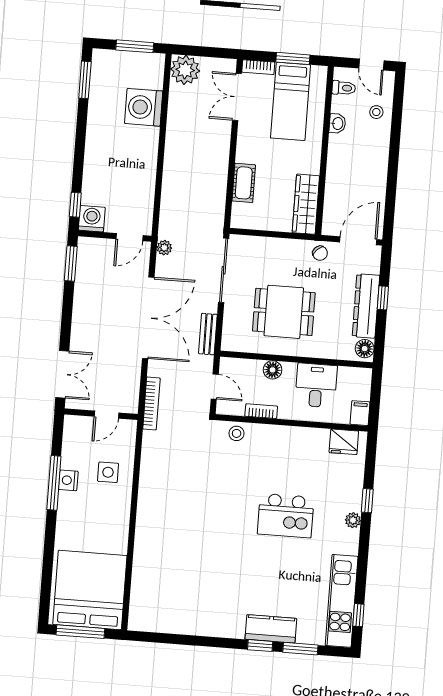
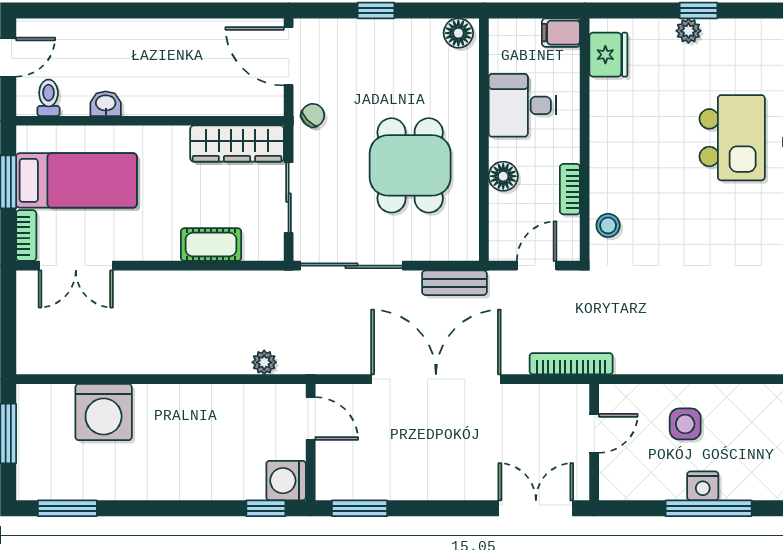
plant: (185, 70) -> (39, 351), removed
stool: (376, 112) -> (83, 43), removed
sliding door: (269, 234) -> (289, 198), added
plant: (164, 248) -> (264, 362), moved
dresser: (366, 306) -> (391, 36), removed
door: (106, 415) -> (594, 433), hinge flipped
plant: (353, 520) -> (688, 31), moved

